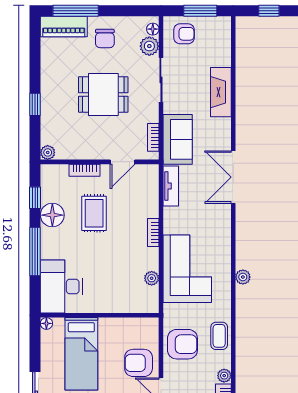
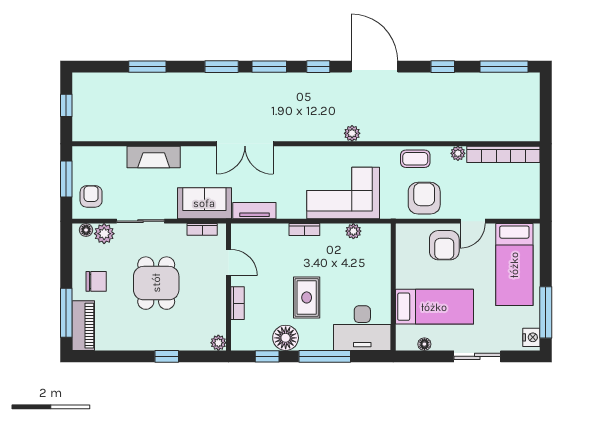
rug: (94, 213) -> (307, 297), moved, turned 90
floor lamp: (46, 323) -> (424, 344), moved

